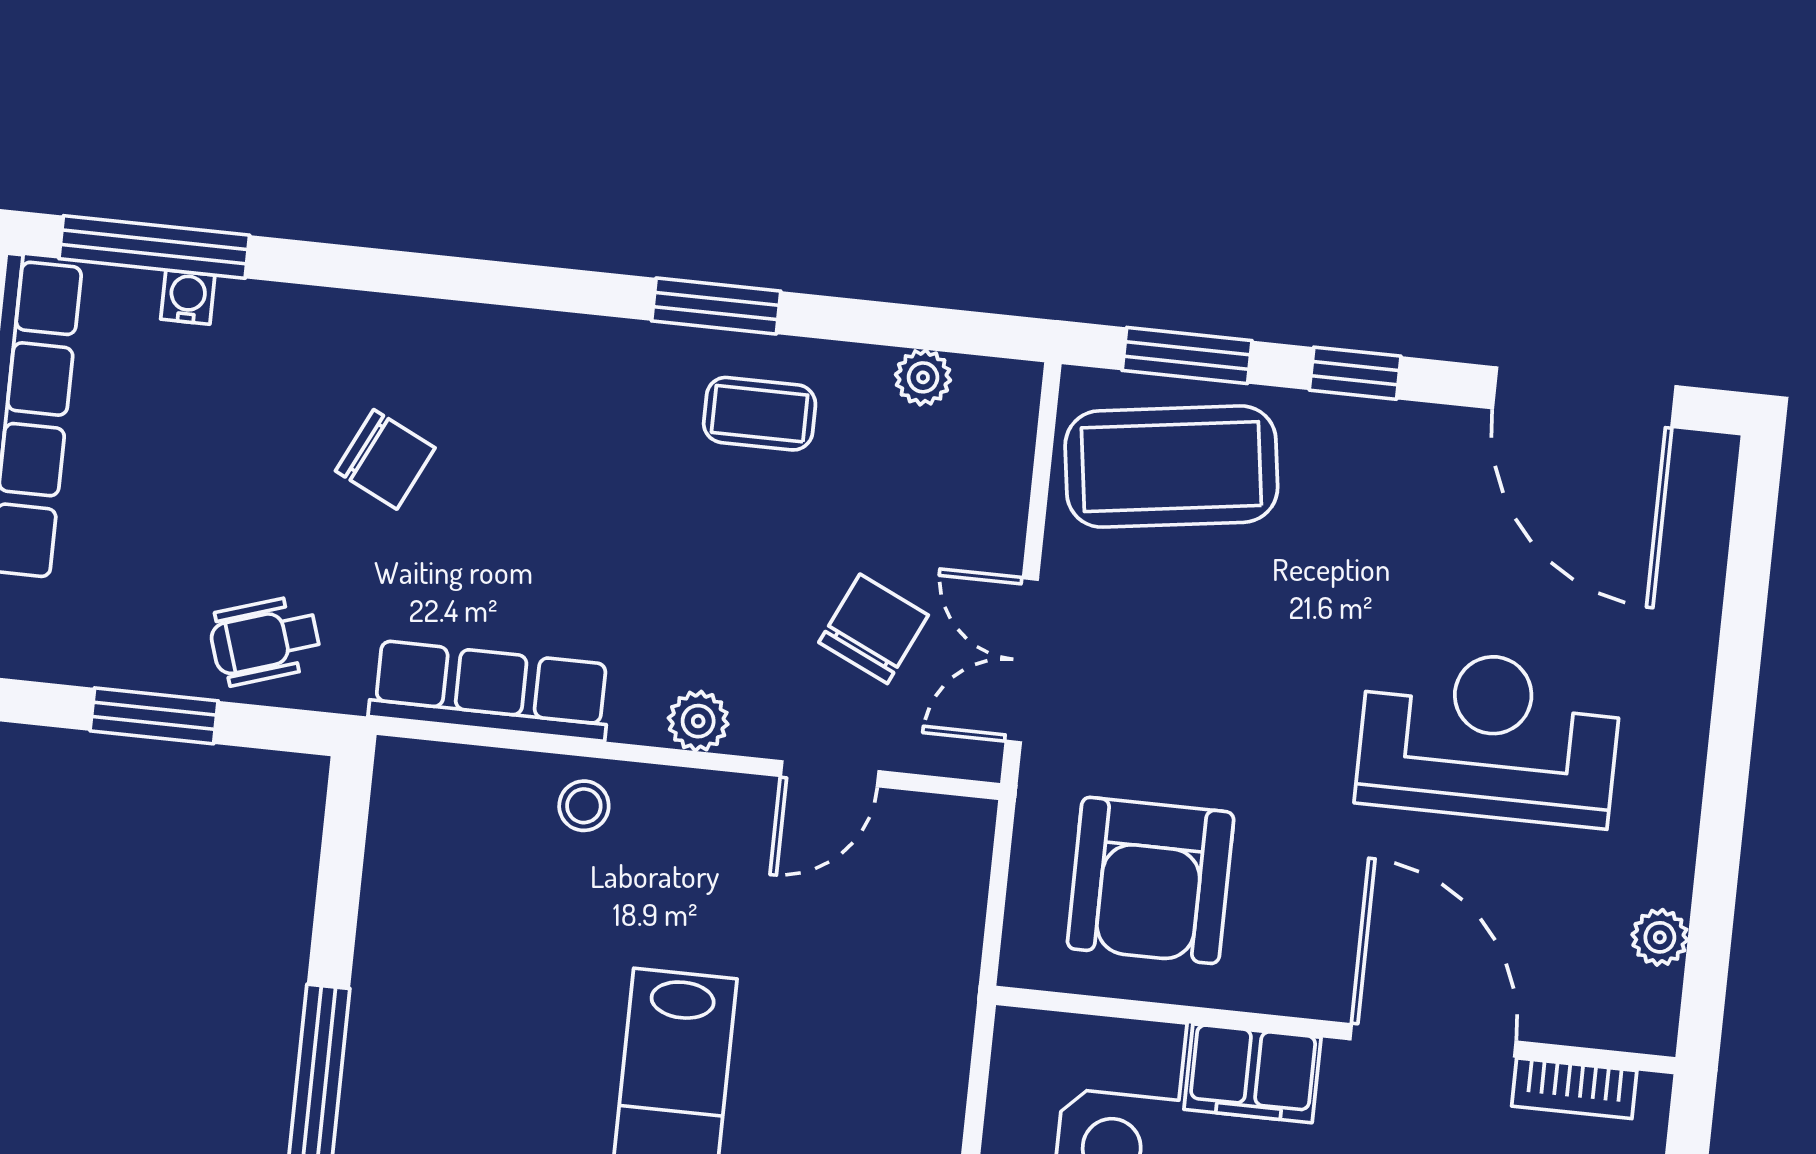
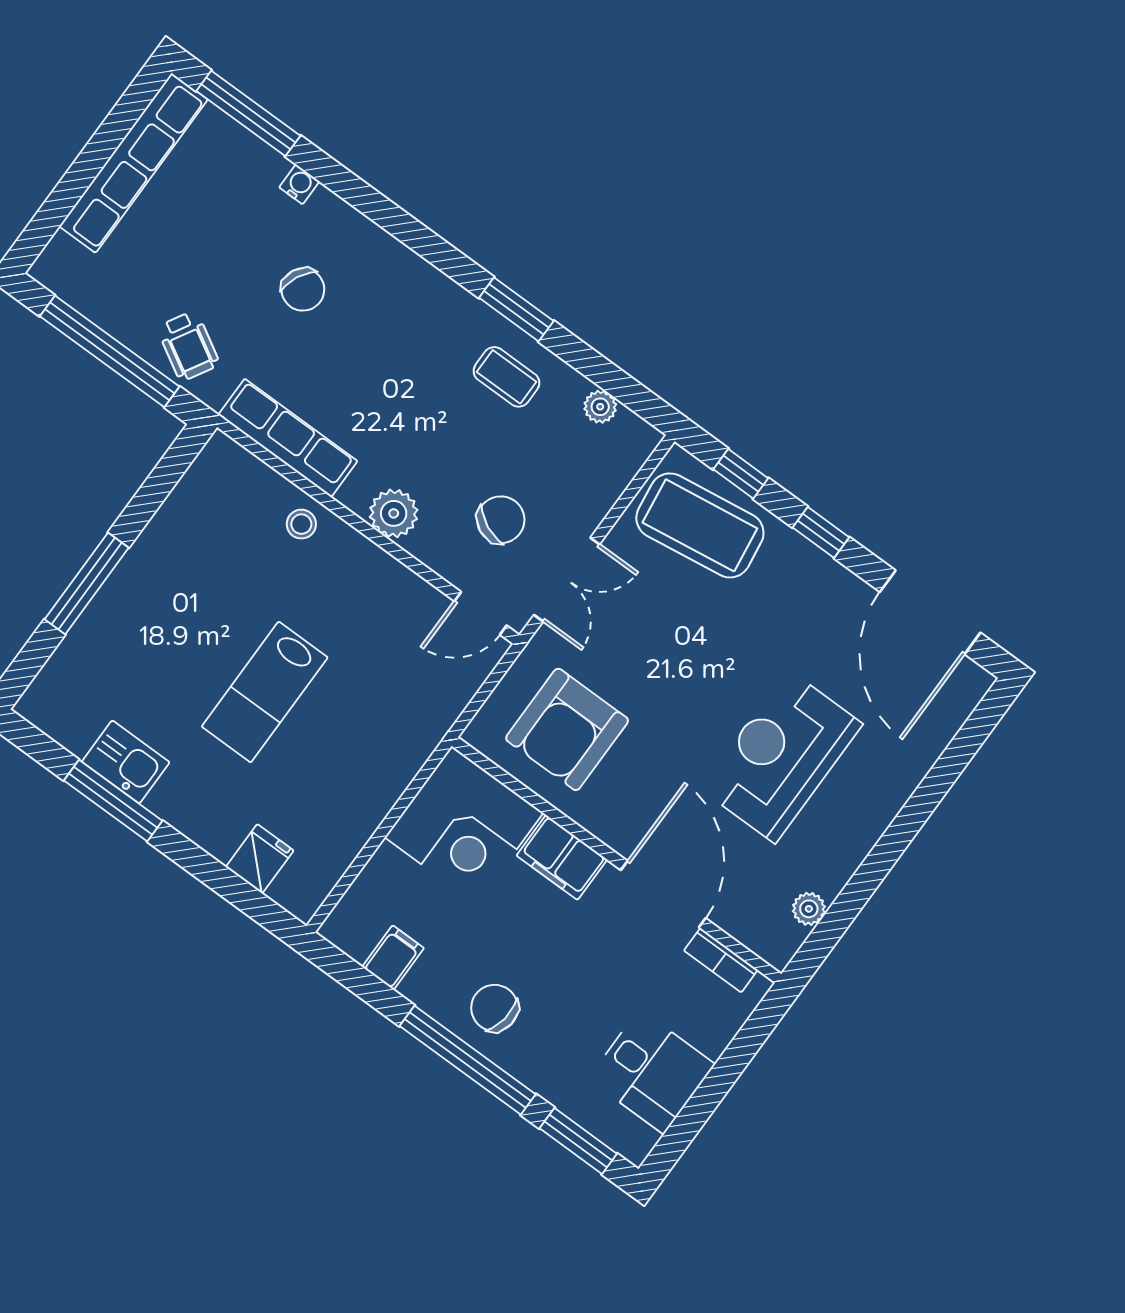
water cooler: (188, 297) -> (299, 184), moved
window: (1187, 355) -> (741, 474), width x0.67
wheelchair: (265, 640) -> (188, 346), turned -132
double door: (1022, 660) -> (567, 580), swing flipped
window: (154, 716) -> (110, 351), width x2.11
plant: (698, 721) -> (394, 513), width x1.38, depth x1.38
reception desk: (1489, 737) -> (781, 756), turned -90
door: (830, 774) -> (480, 613), moved

